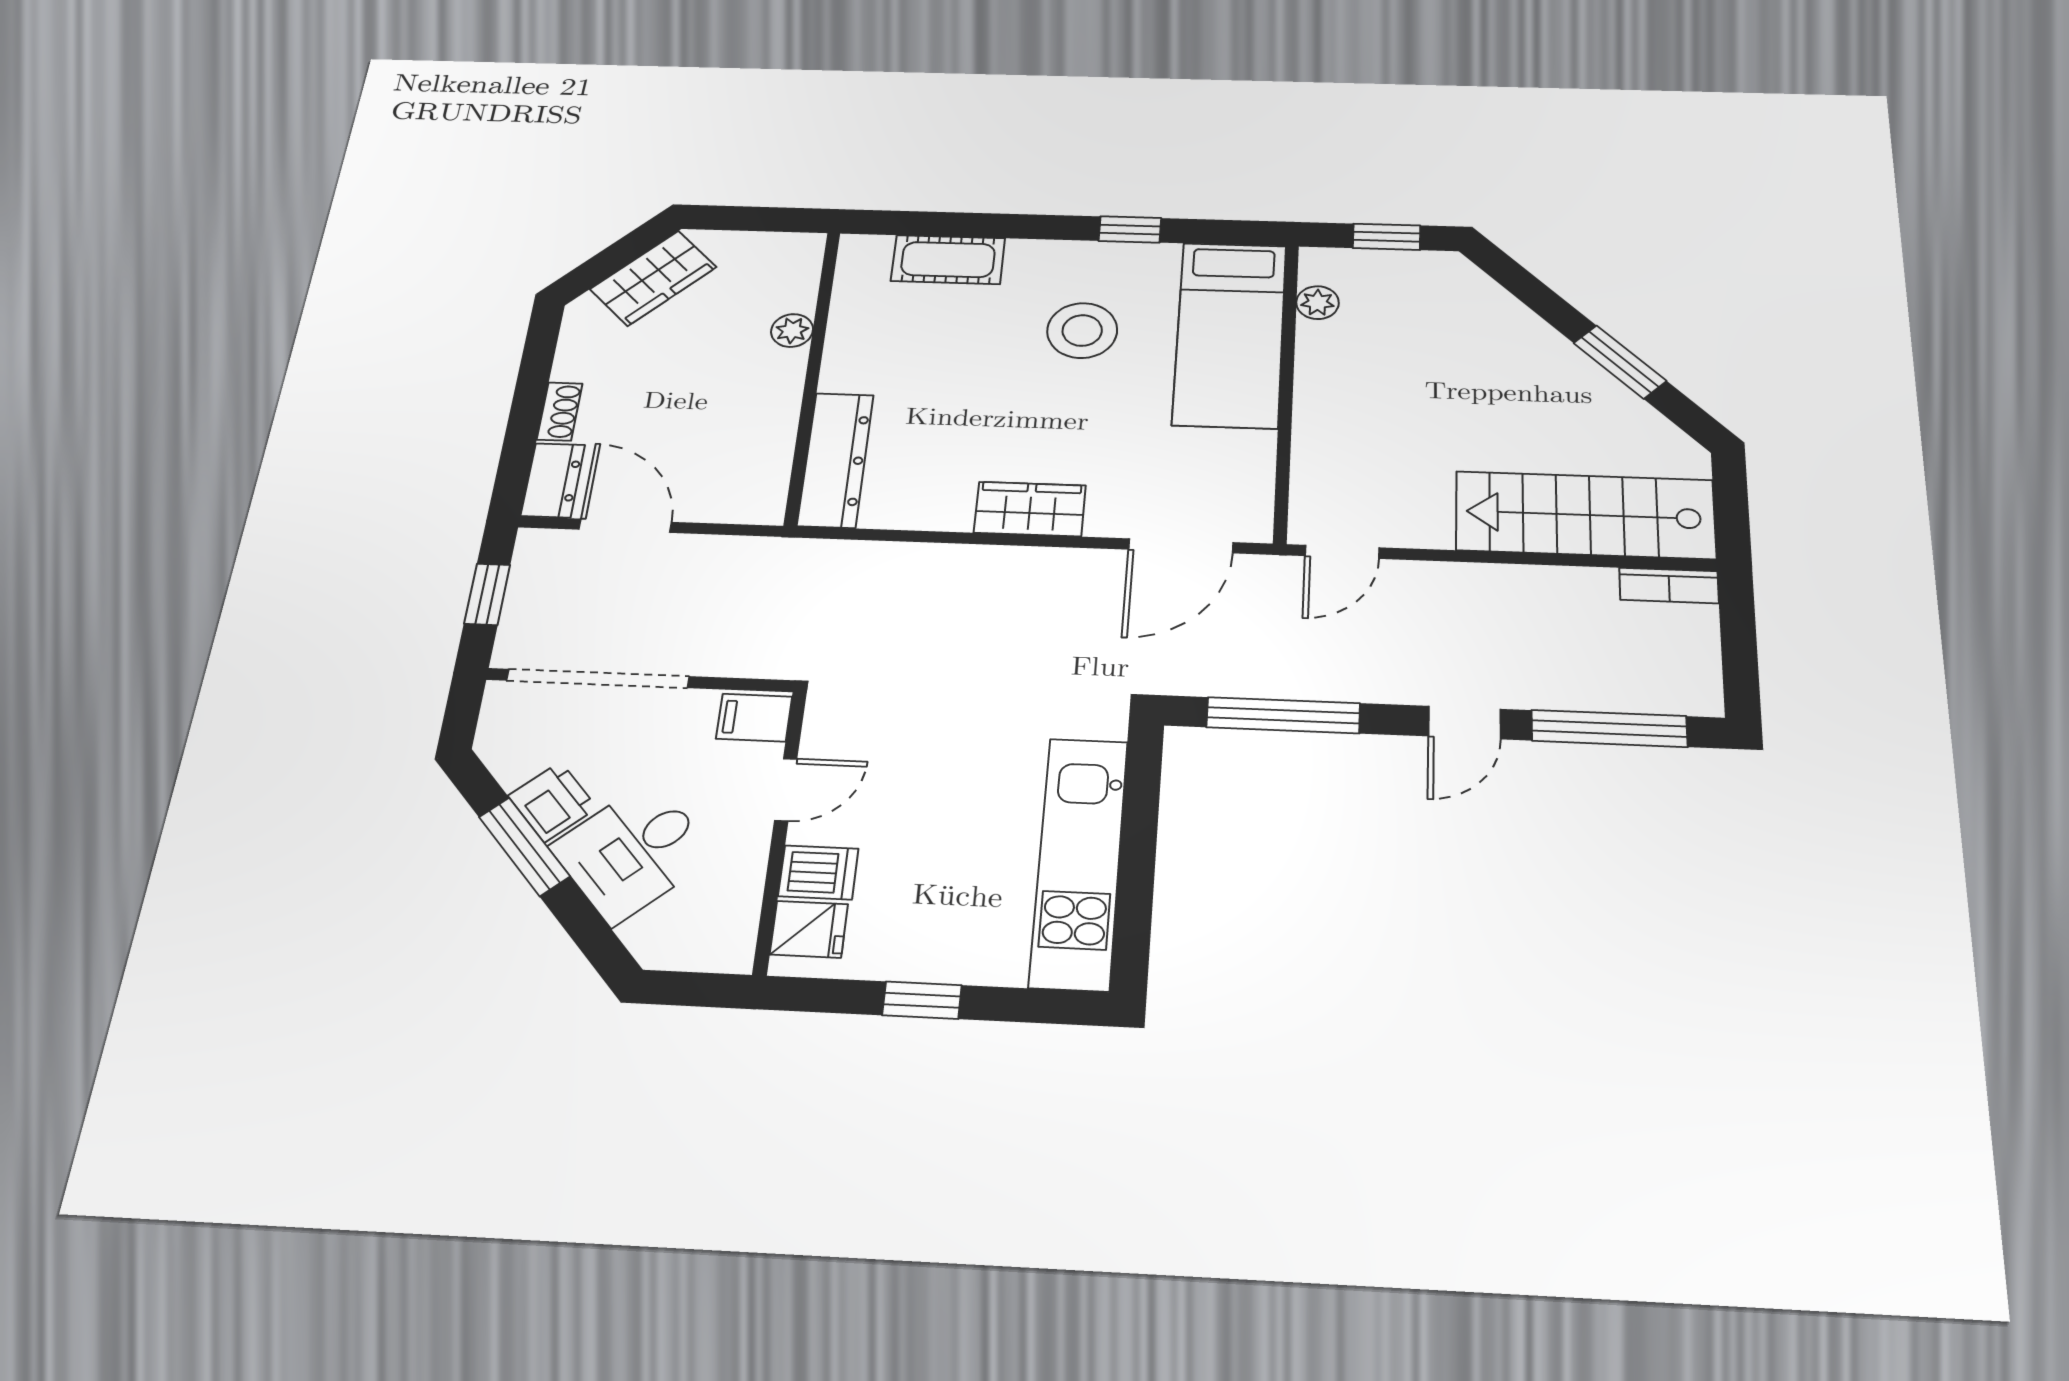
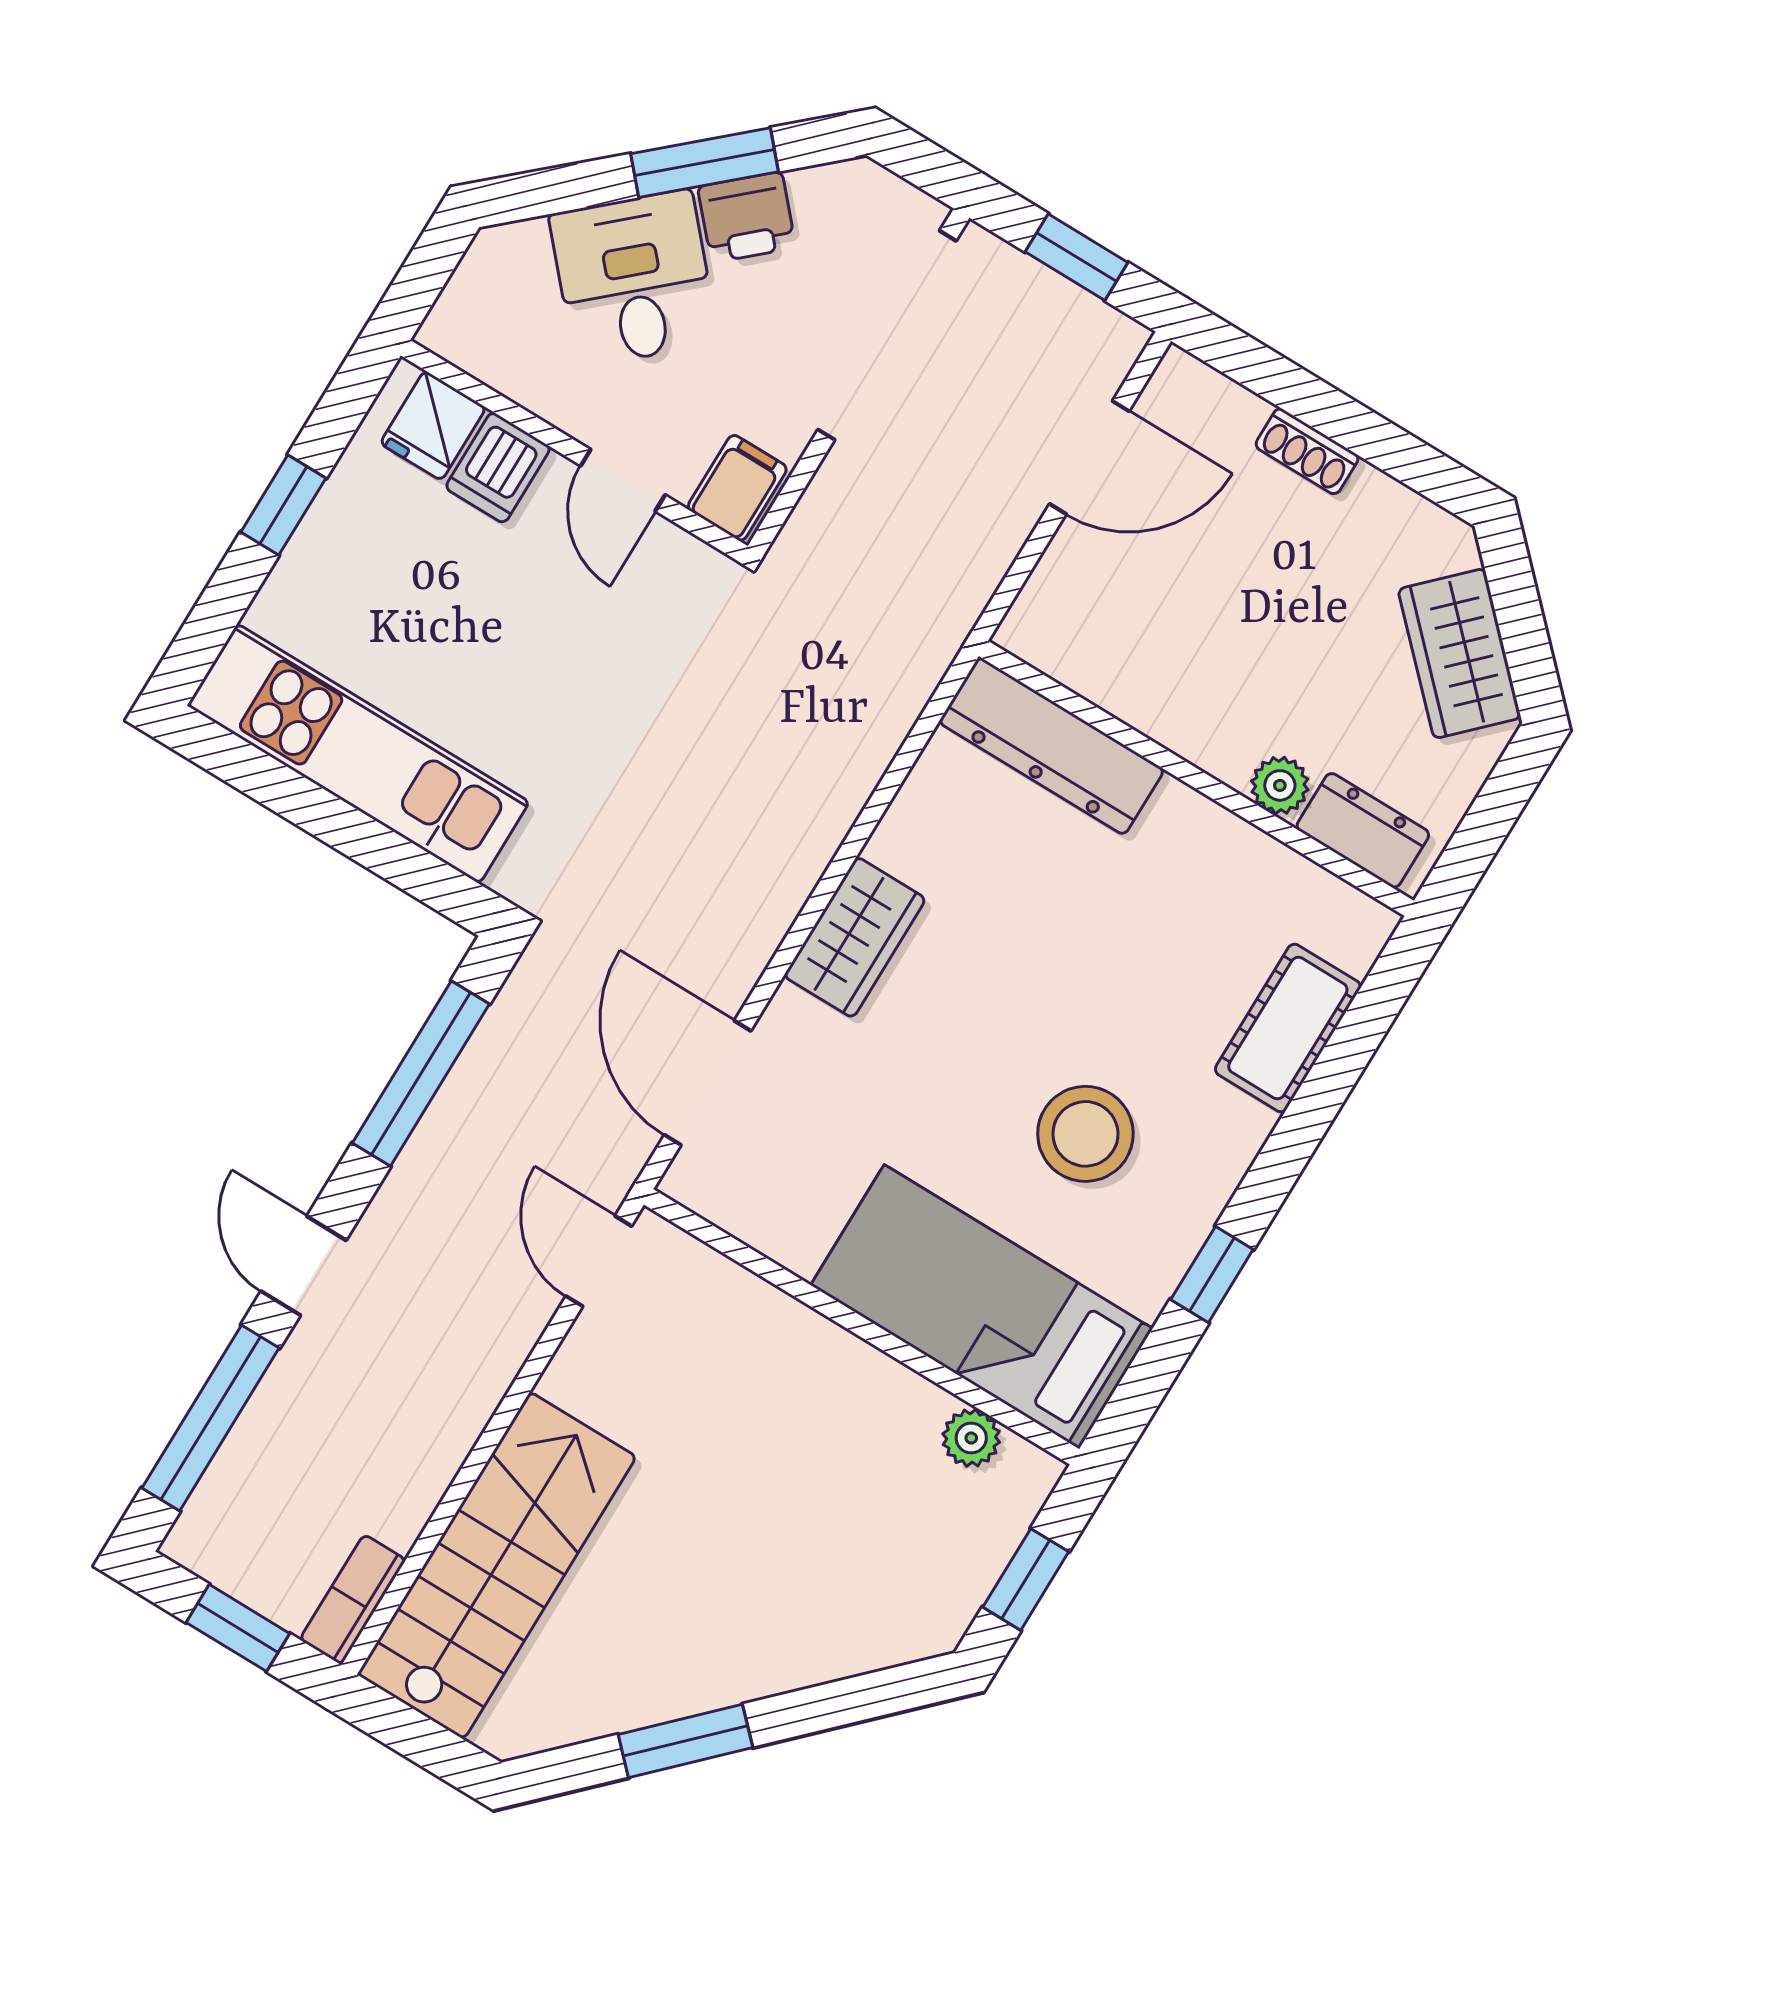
dresser: (553, 480) -> (1363, 830), moved, turned 180
window: (1739, 643) -> (238, 1628), added

